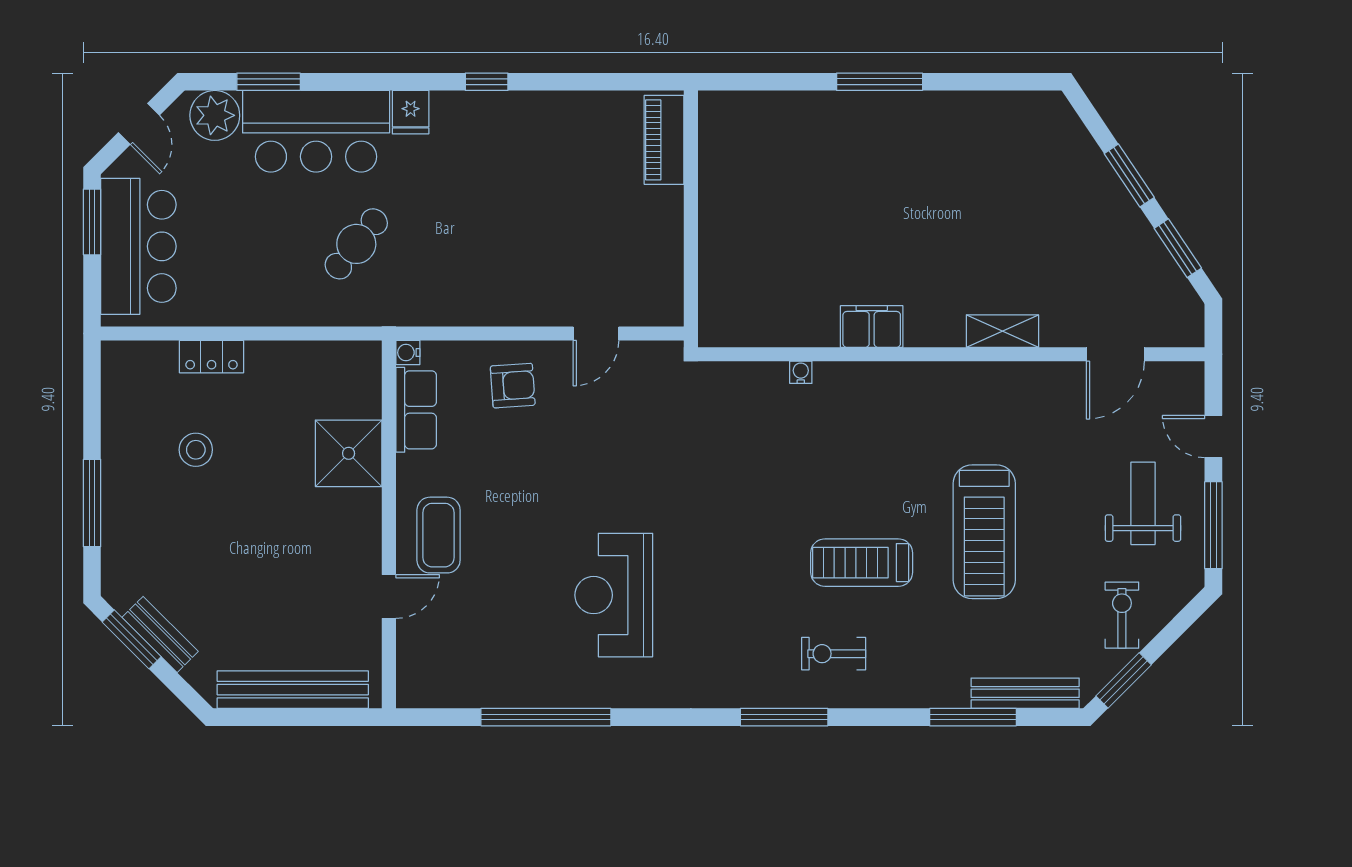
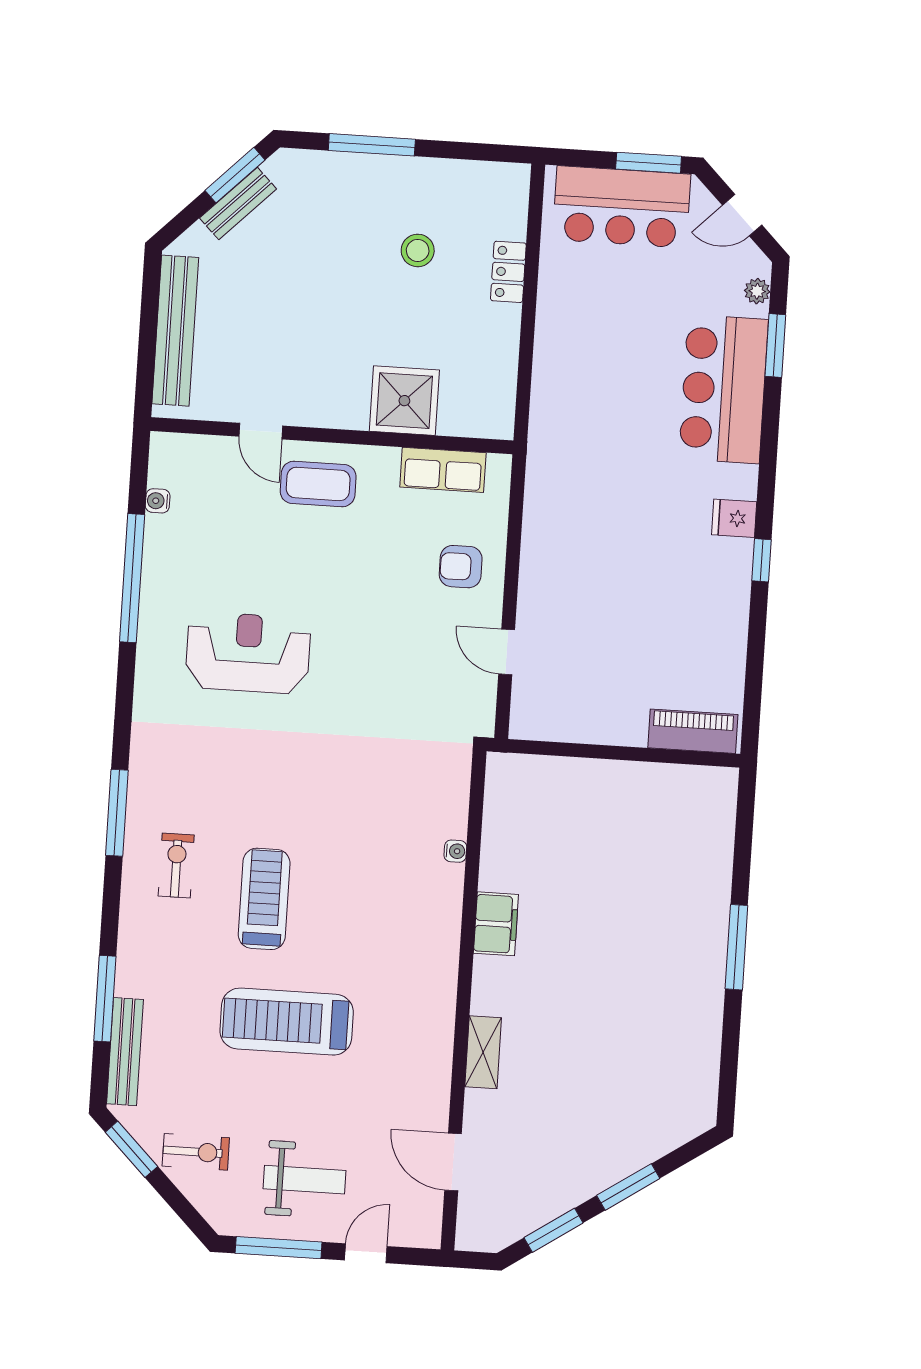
fridge: (411, 112) -> (734, 518), moved
plant: (215, 115) -> (757, 291), width x0.53, depth x0.53
cafe table: (356, 244) -> (610, 422), removed
water cooler: (408, 353) -> (158, 501), moved, turned -90
armchair: (513, 386) -> (461, 567), turned 94

